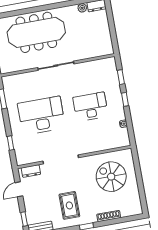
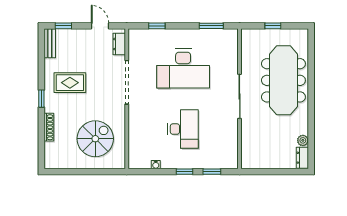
desk: (41, 116) -> (183, 69), turned 90

